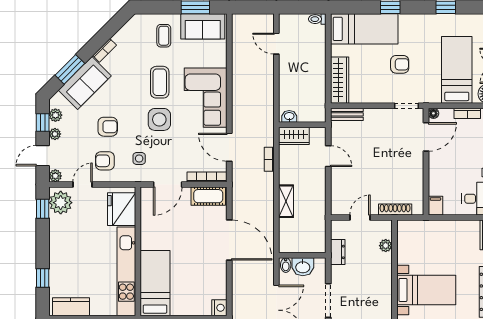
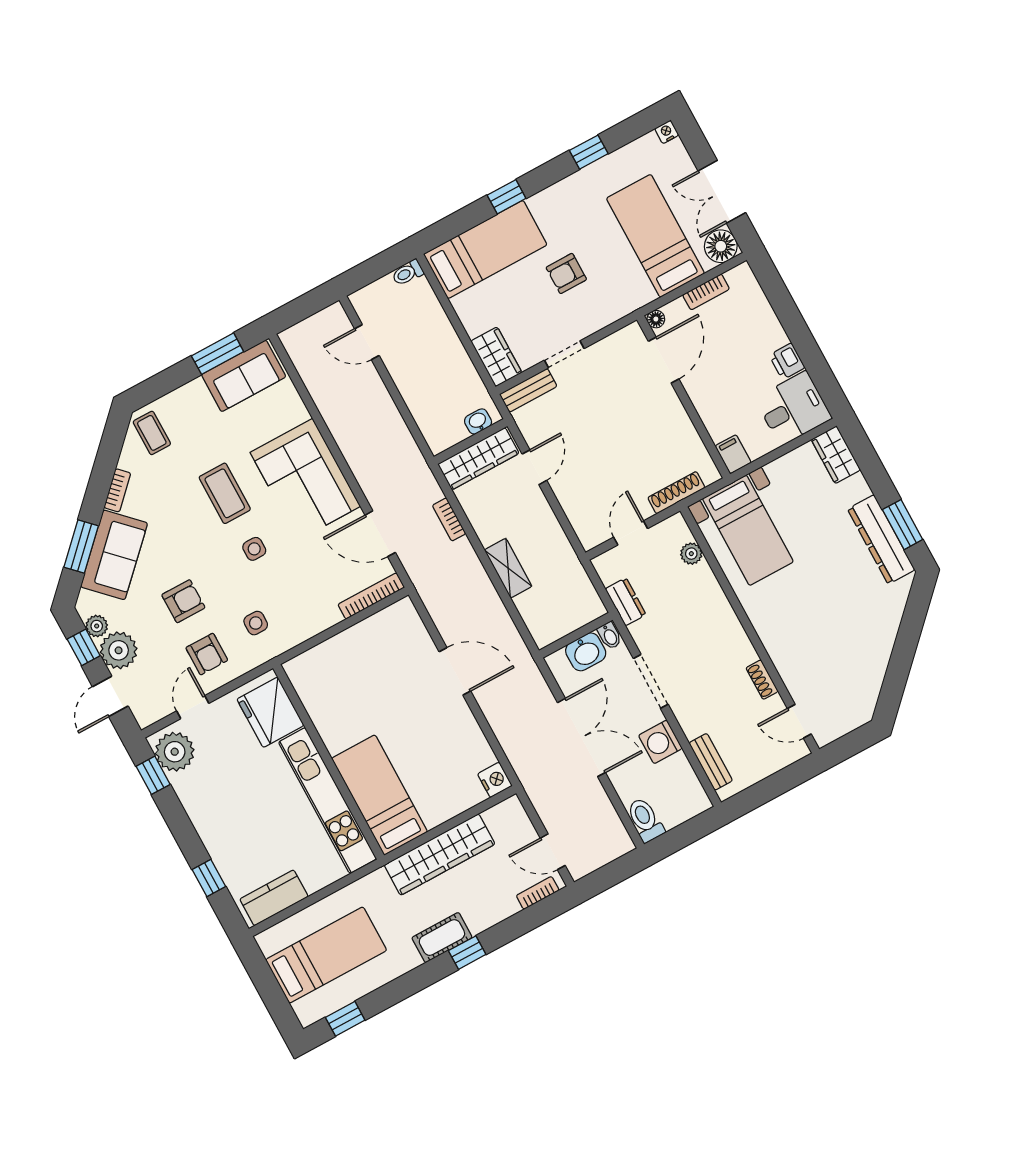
coffee table: (164, 36) -> (152, 433), moved
armchair: (400, 64) -> (566, 273), turned 180
wardrobe: (340, 80) -> (496, 357), width x0.67
doorway: (406, 106) -> (564, 354), moved
washbasin: (289, 116) -> (478, 421), moved
side table: (159, 119) -> (254, 549), width x0.54, depth x0.54
plant: (55, 134) -> (119, 650), width x1.88, depth x1.88
wardrobe: (294, 136) -> (478, 459), width x1.50
door: (328, 156) -> (534, 467), hinge flipped
armchair: (105, 161) -> (207, 654), turned -90
plant: (55, 176) -> (145, 716), removed
door: (168, 185) -> (319, 639), removed
cot: (208, 196) -> (388, 623), removed
door: (229, 240) -> (455, 671), width x0.73
bidet: (286, 265) -> (610, 636), moved
bed with nightstands: (426, 290) -> (748, 530), moved, turned 90

